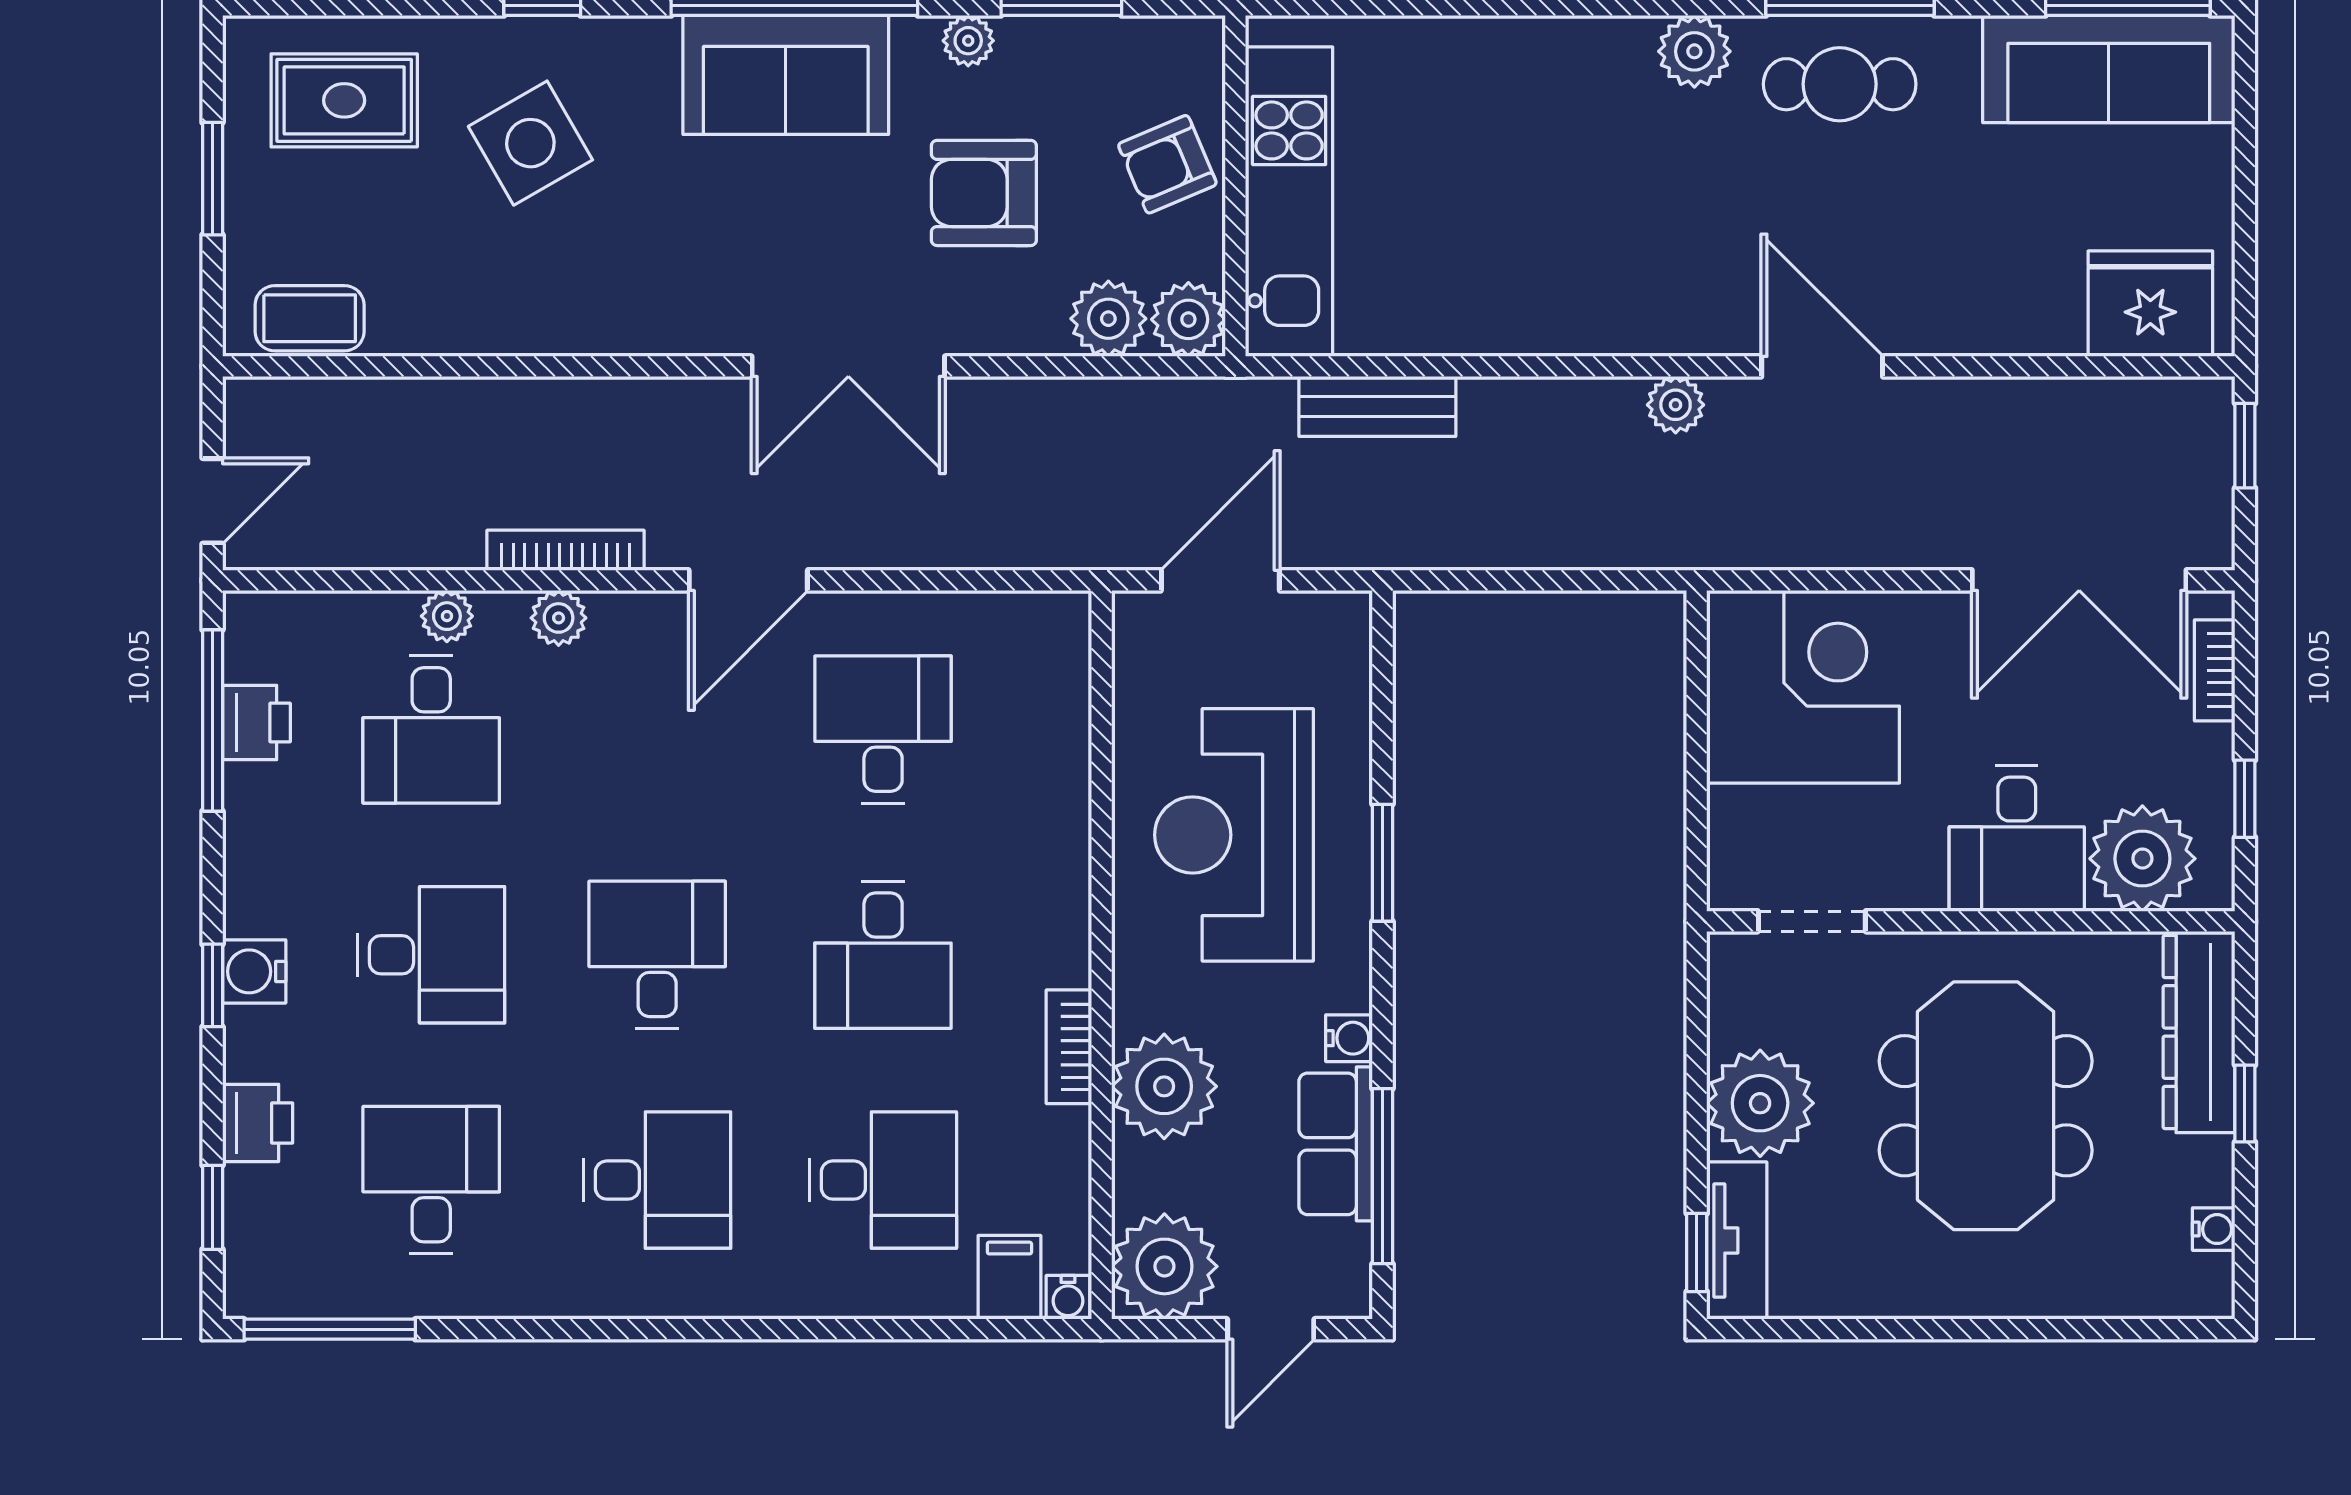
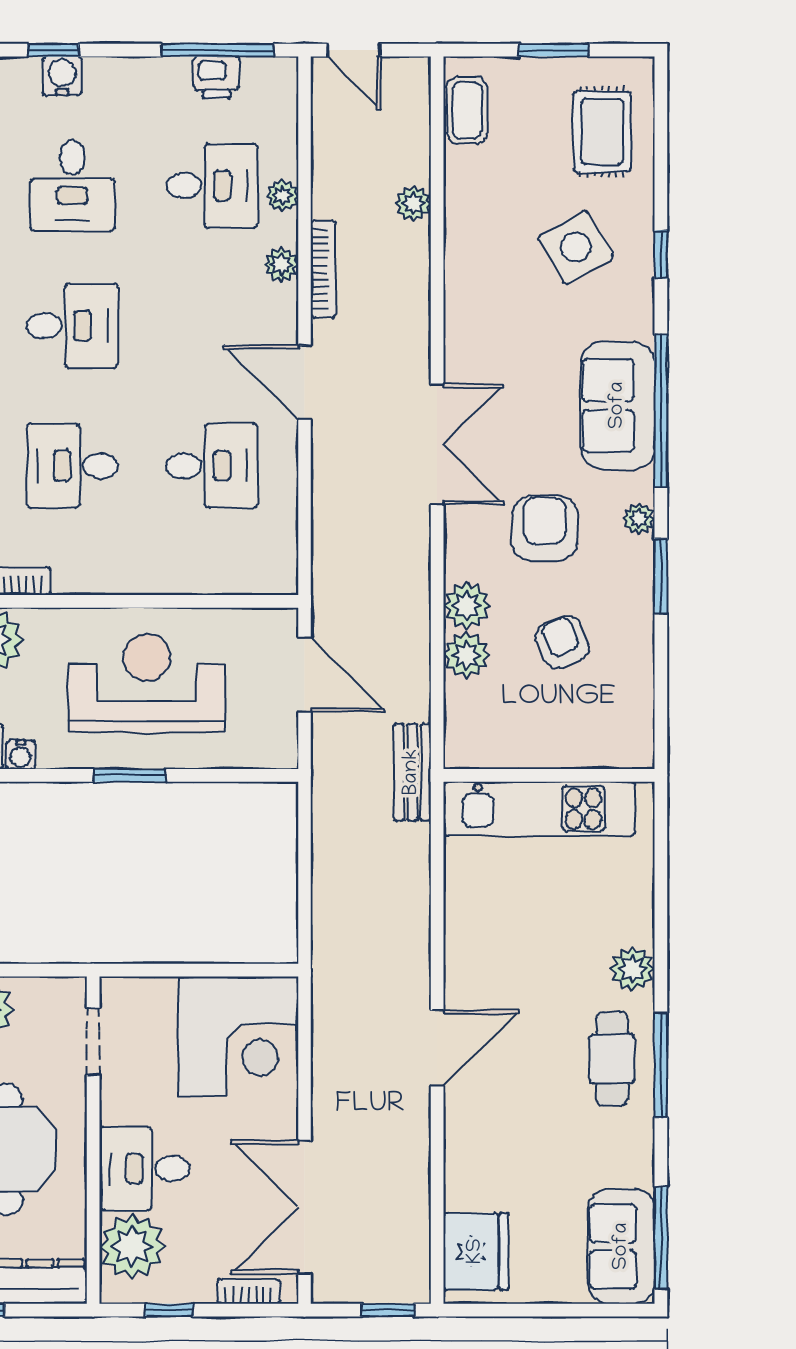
sofa: (2109, 69) -> (622, 1246), width x0.73
wall: (1235, 186) -> (549, 775), moved
kitchen unit: (1289, 202) -> (539, 809), moved
double door: (848, 366) -> (437, 444), swing flipped
plant: (1676, 405) -> (413, 204), moved
desk: (431, 730) -> (212, 186), turned 180

